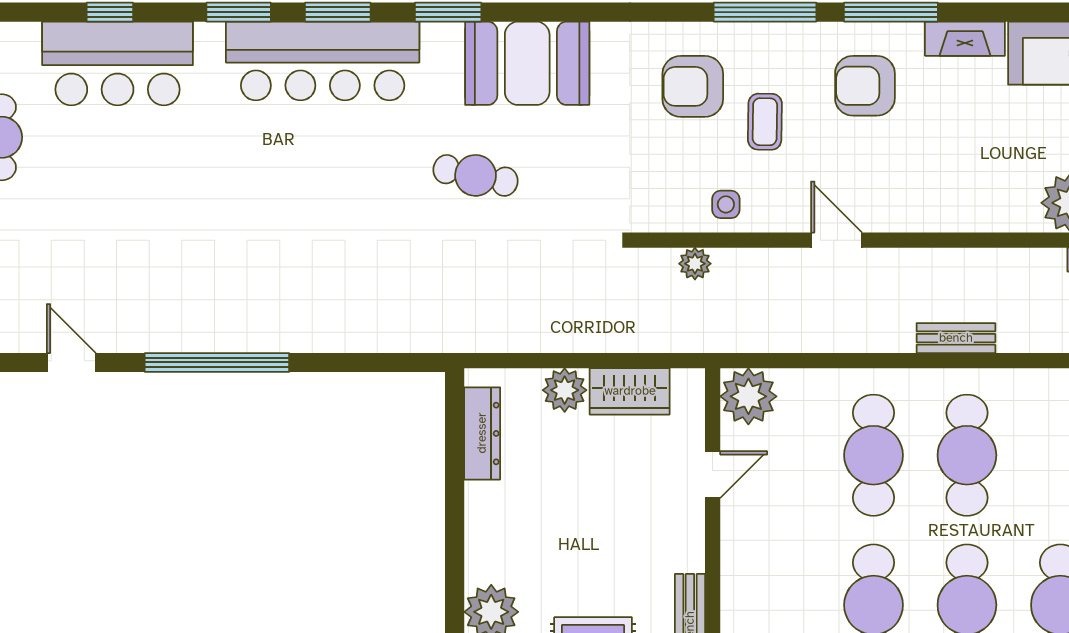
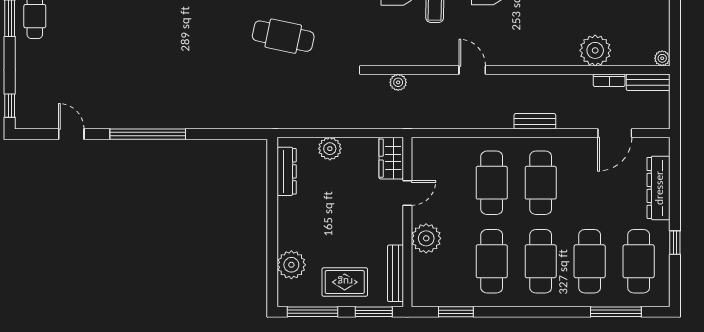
cafe table: (476, 175) -> (283, 36), width x1.37, depth x1.35
side table: (726, 204) -> (414, 51), removed
wardrobe: (630, 391) -> (391, 158), moved, turned 90
plant: (748, 396) -> (426, 238), moved

